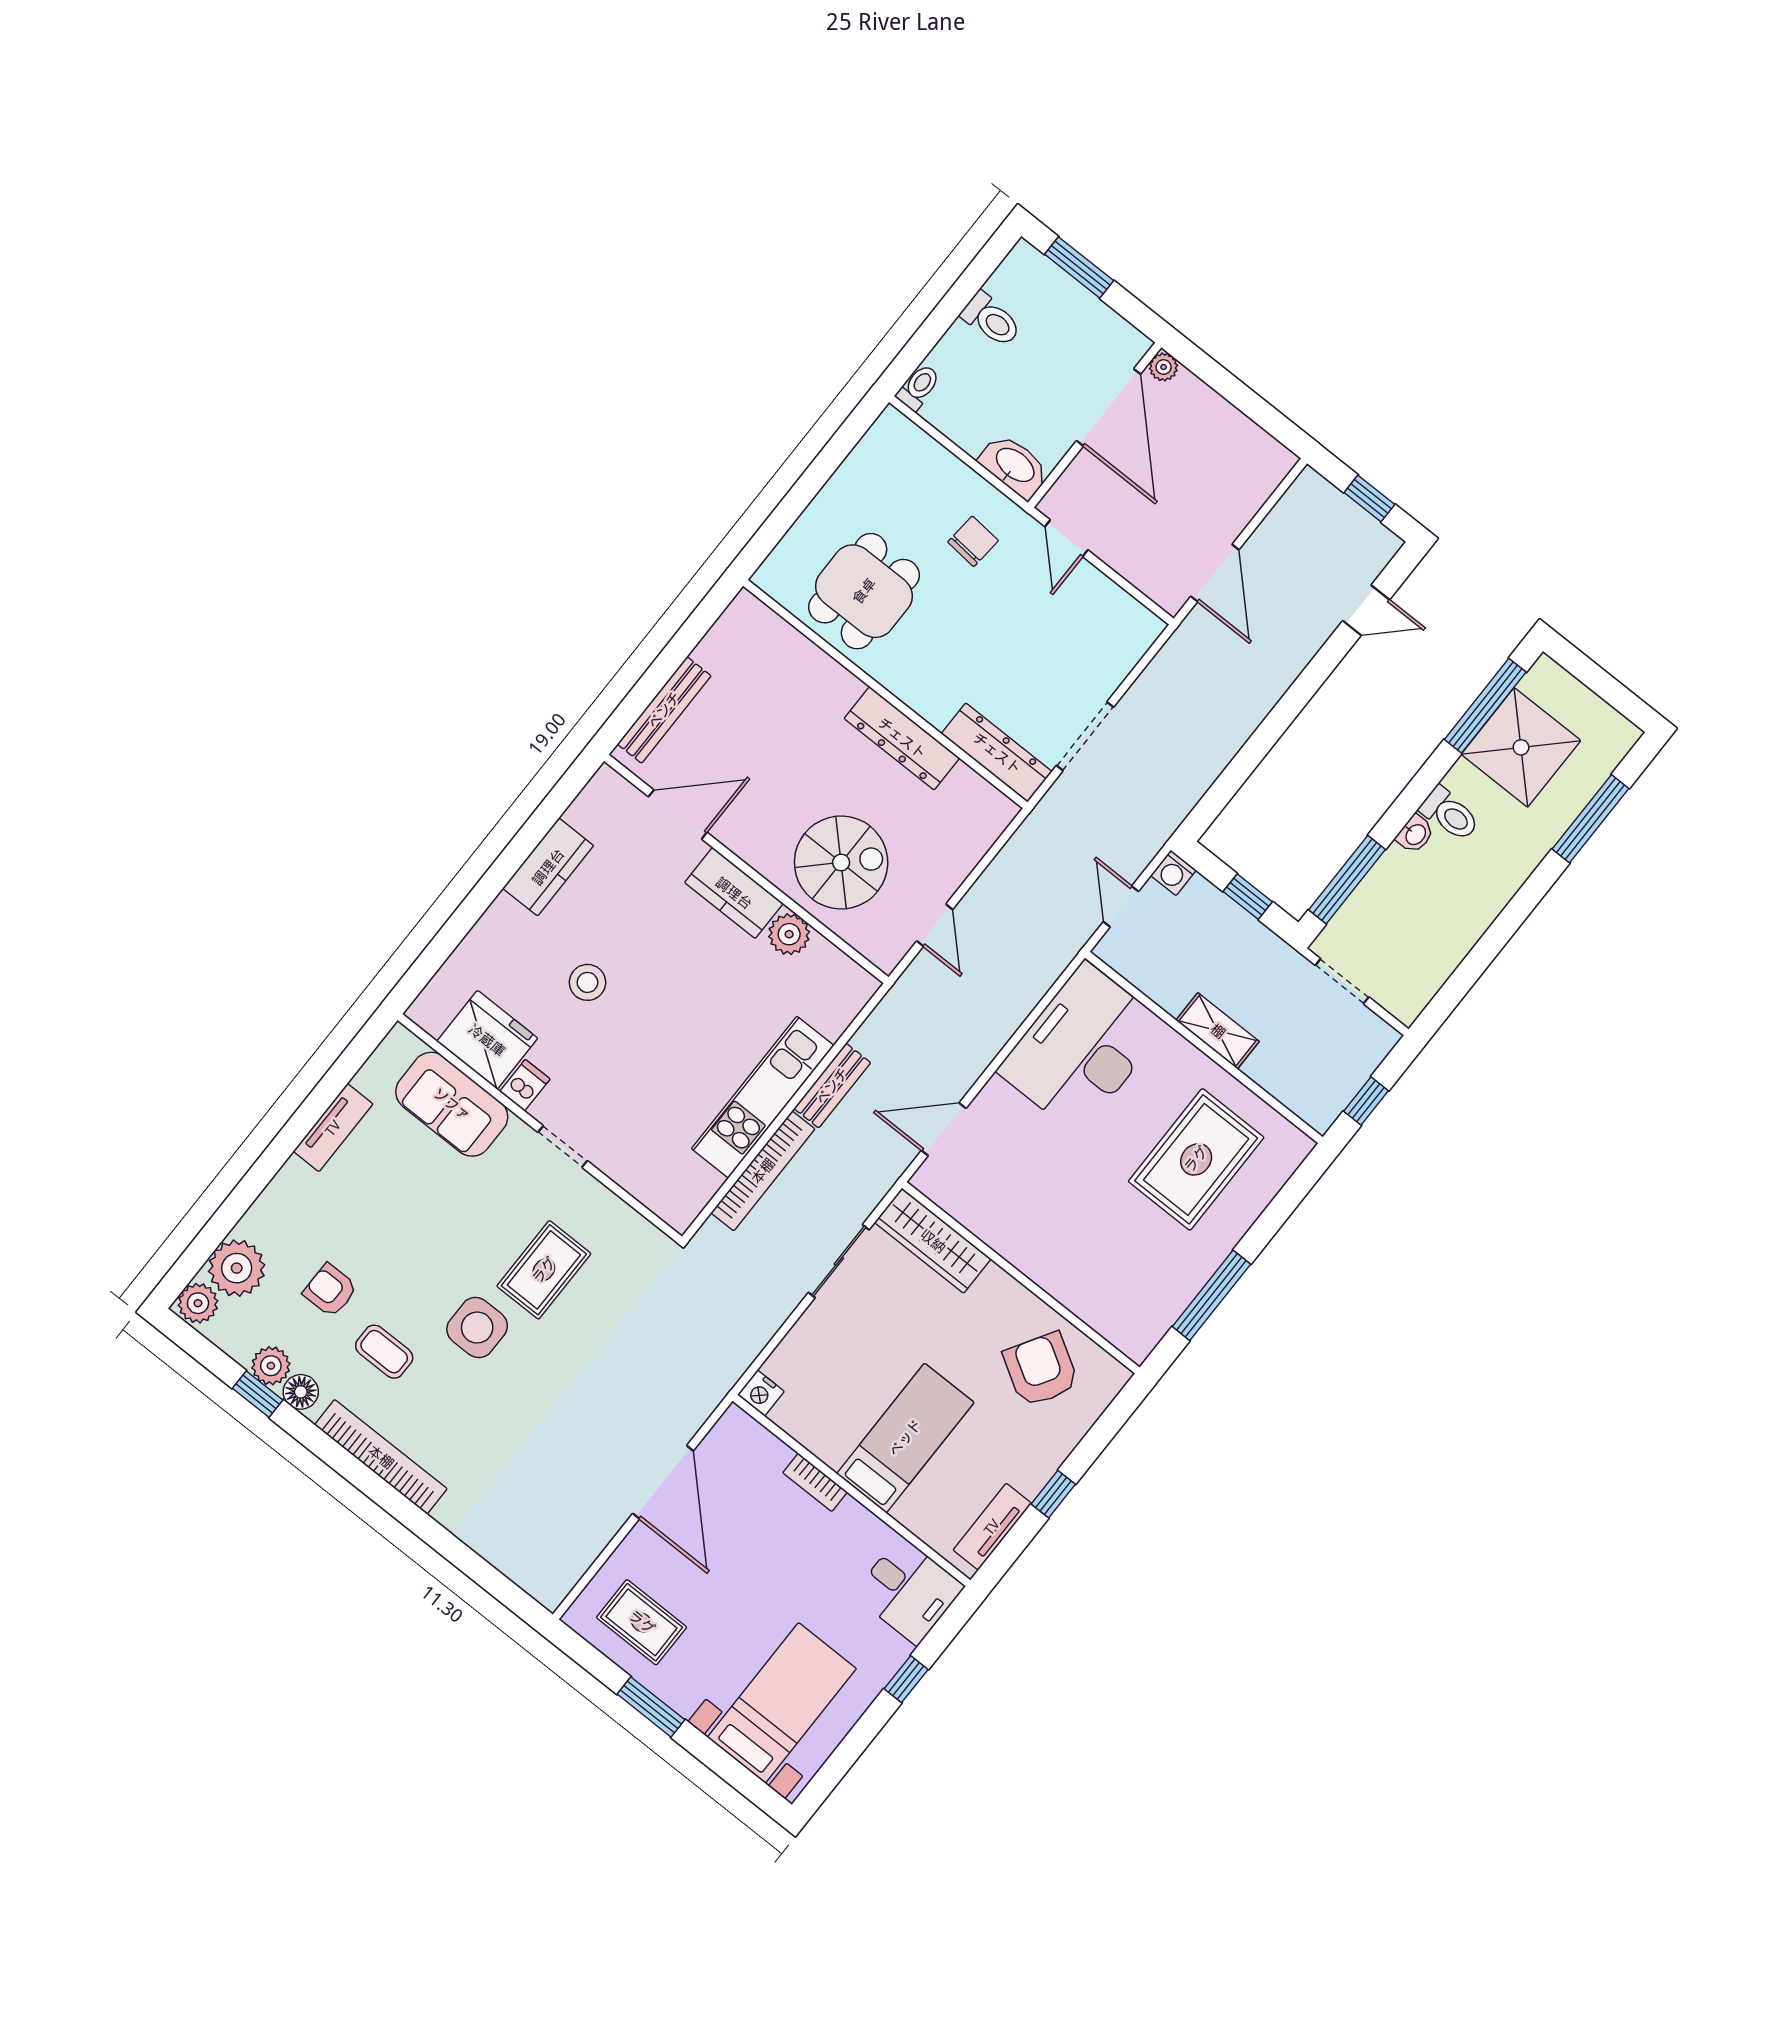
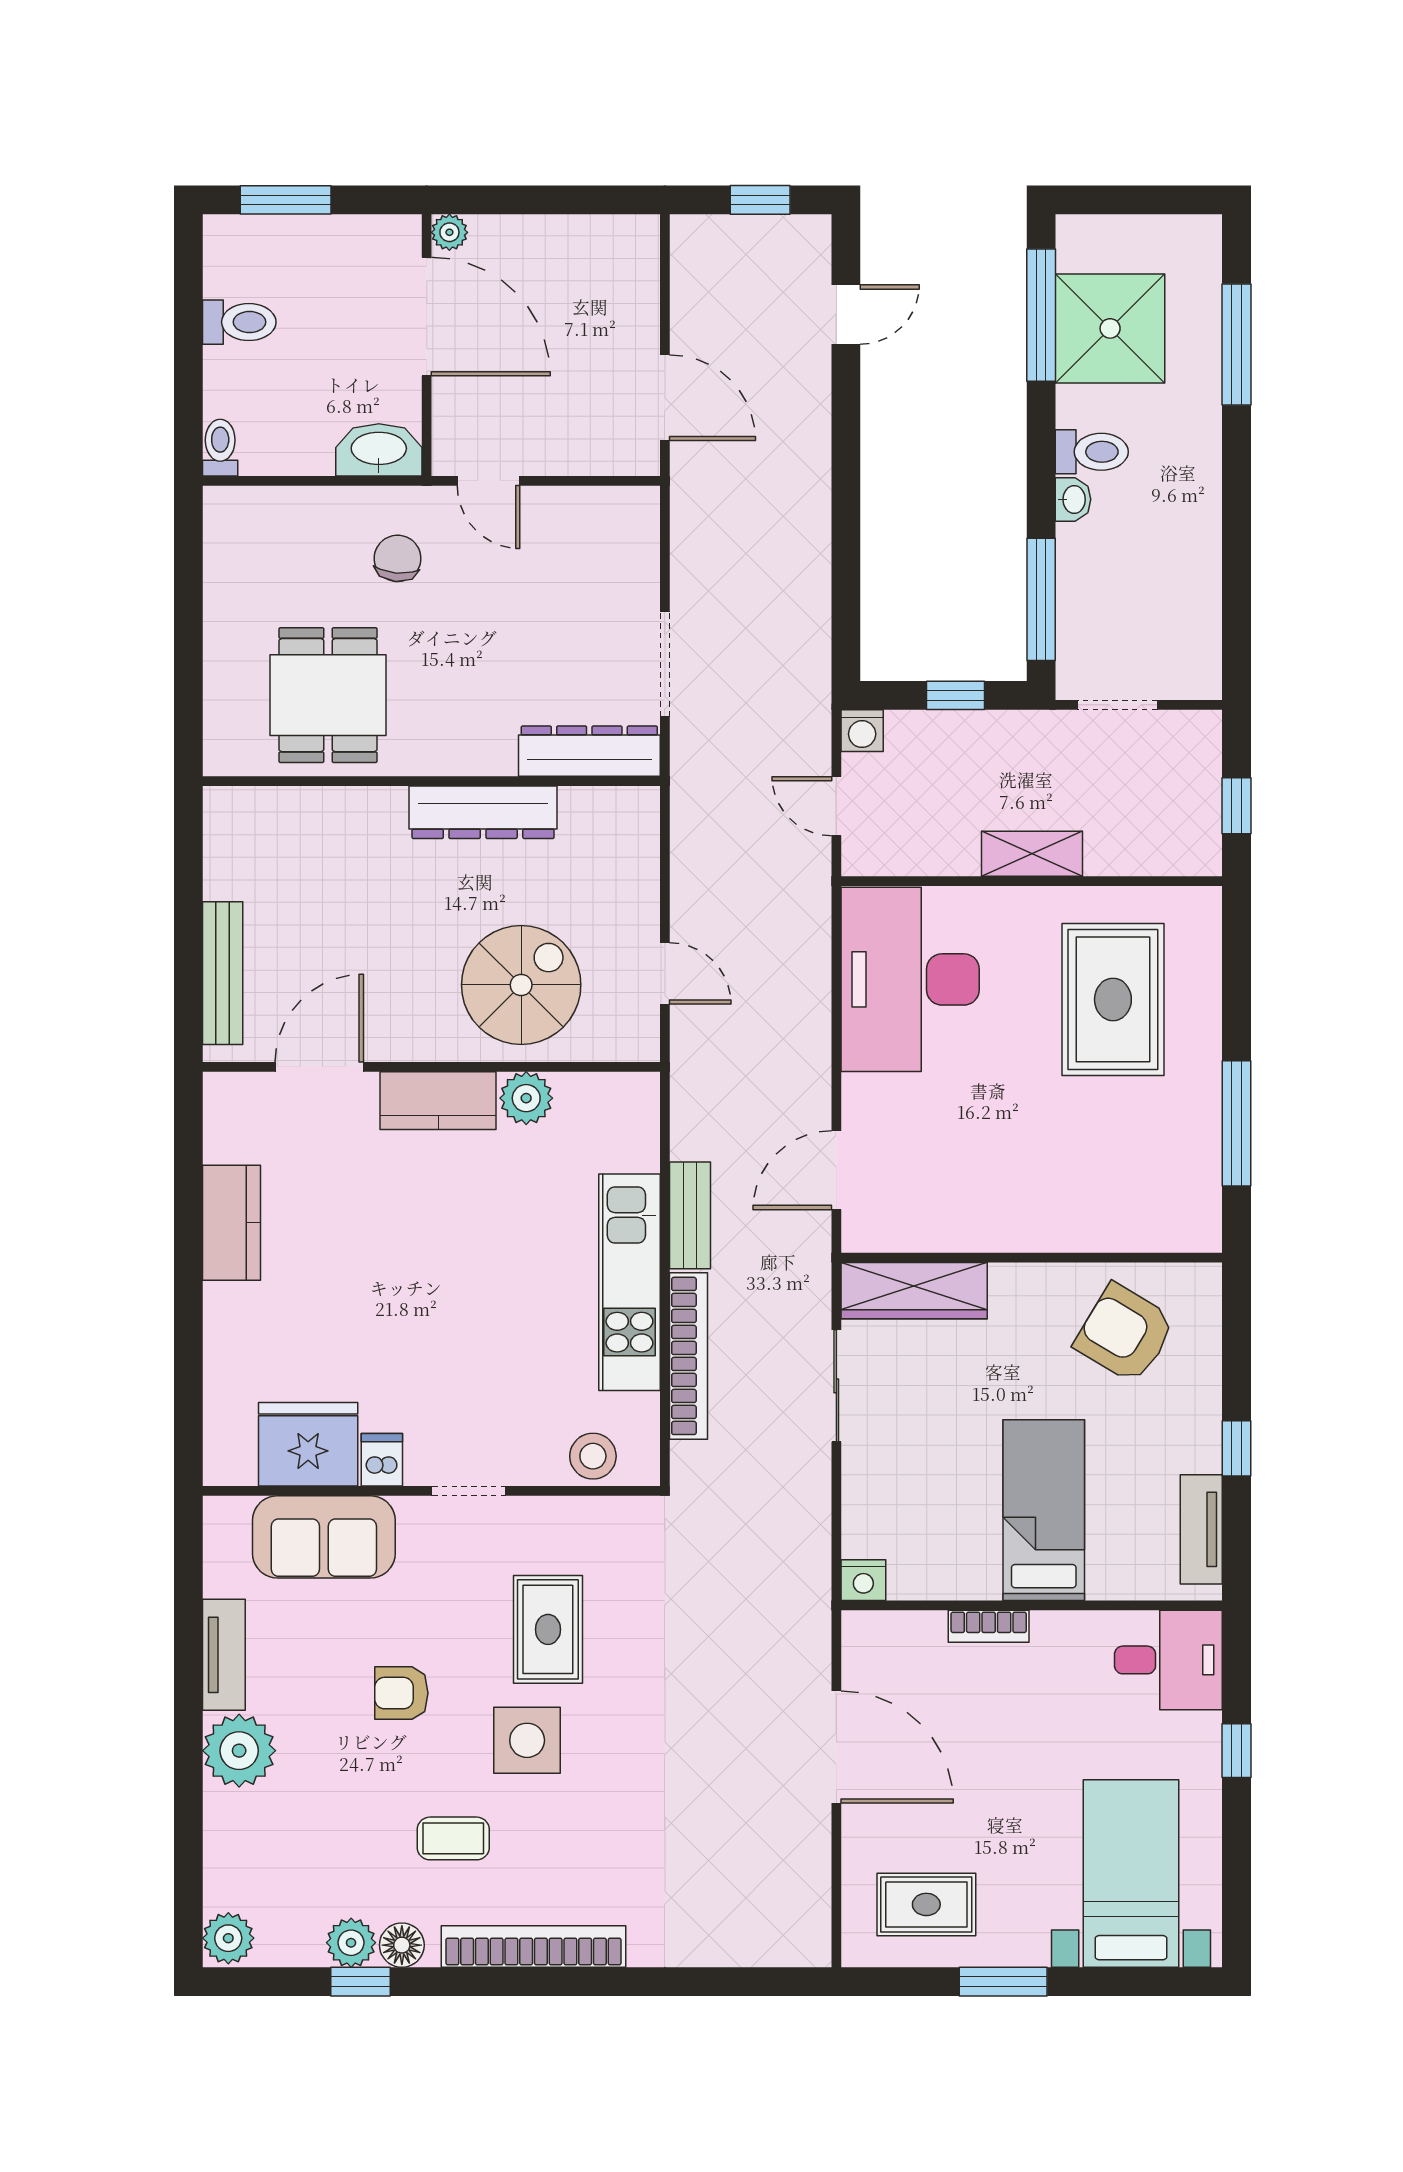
stool: (587, 982) -> (593, 1456), moved
plant: (237, 1268) -> (239, 1751), moved
armchair: (330, 1290) -> (401, 1693), moved

